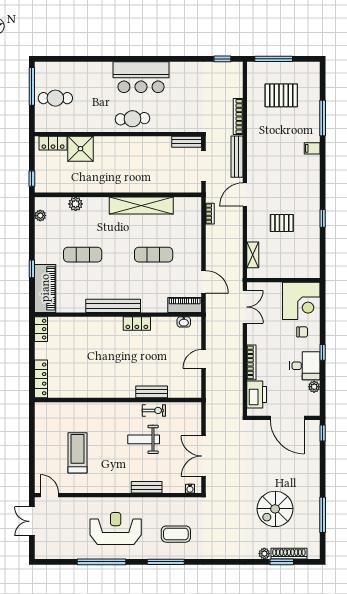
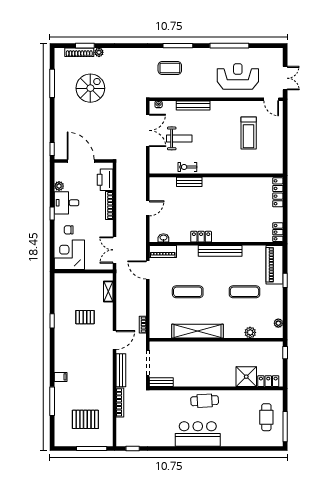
cafe table: (55, 98) -> (266, 417), turned 90
weight bench: (144, 439) -> (179, 138), moved
bench: (147, 487) -> (193, 106), width x1.36
reception desk: (116, 528) -> (238, 76), moved, turned 180

